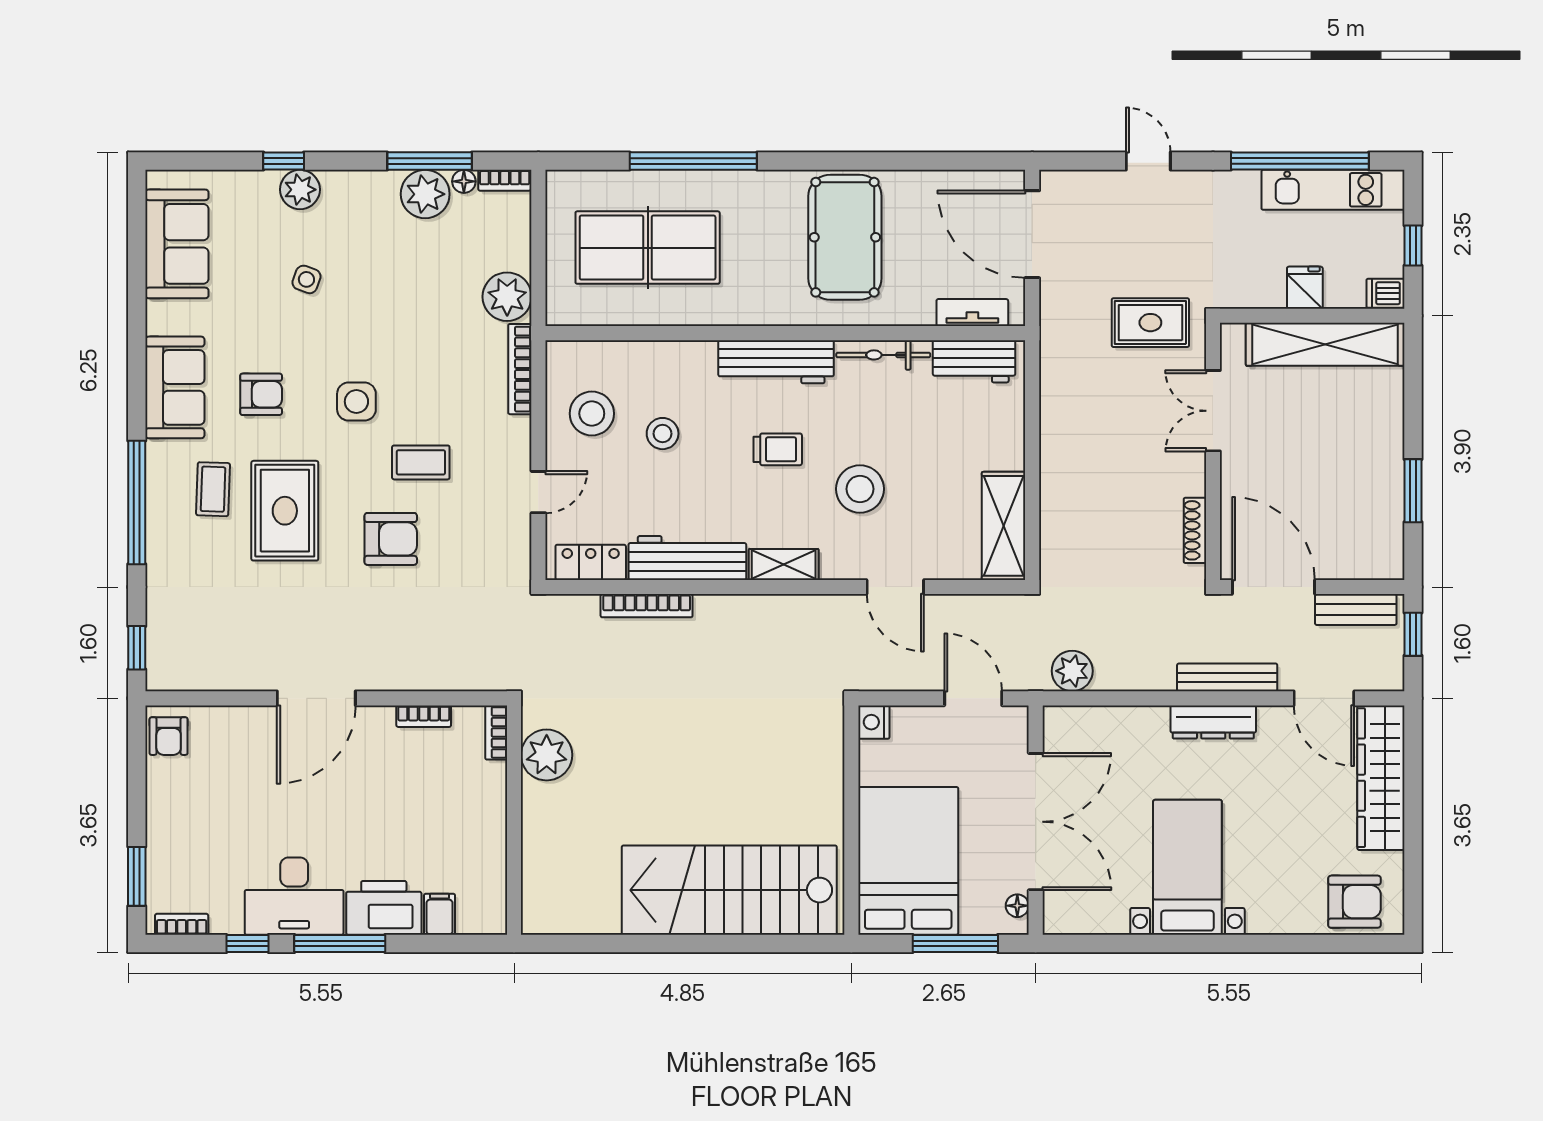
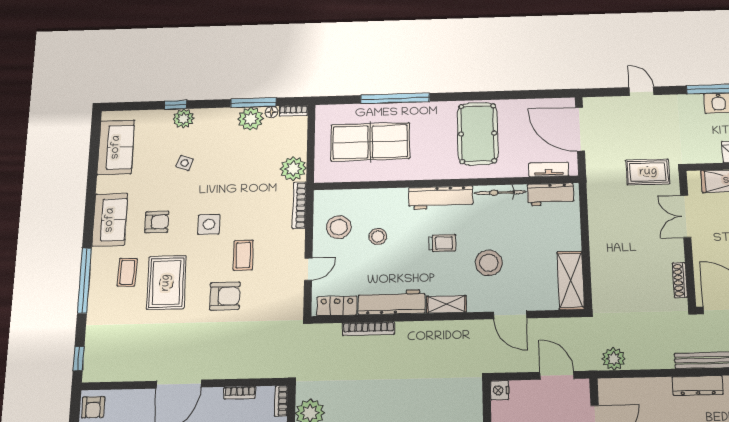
coffee table: (421, 462) -> (243, 255), turned 90

